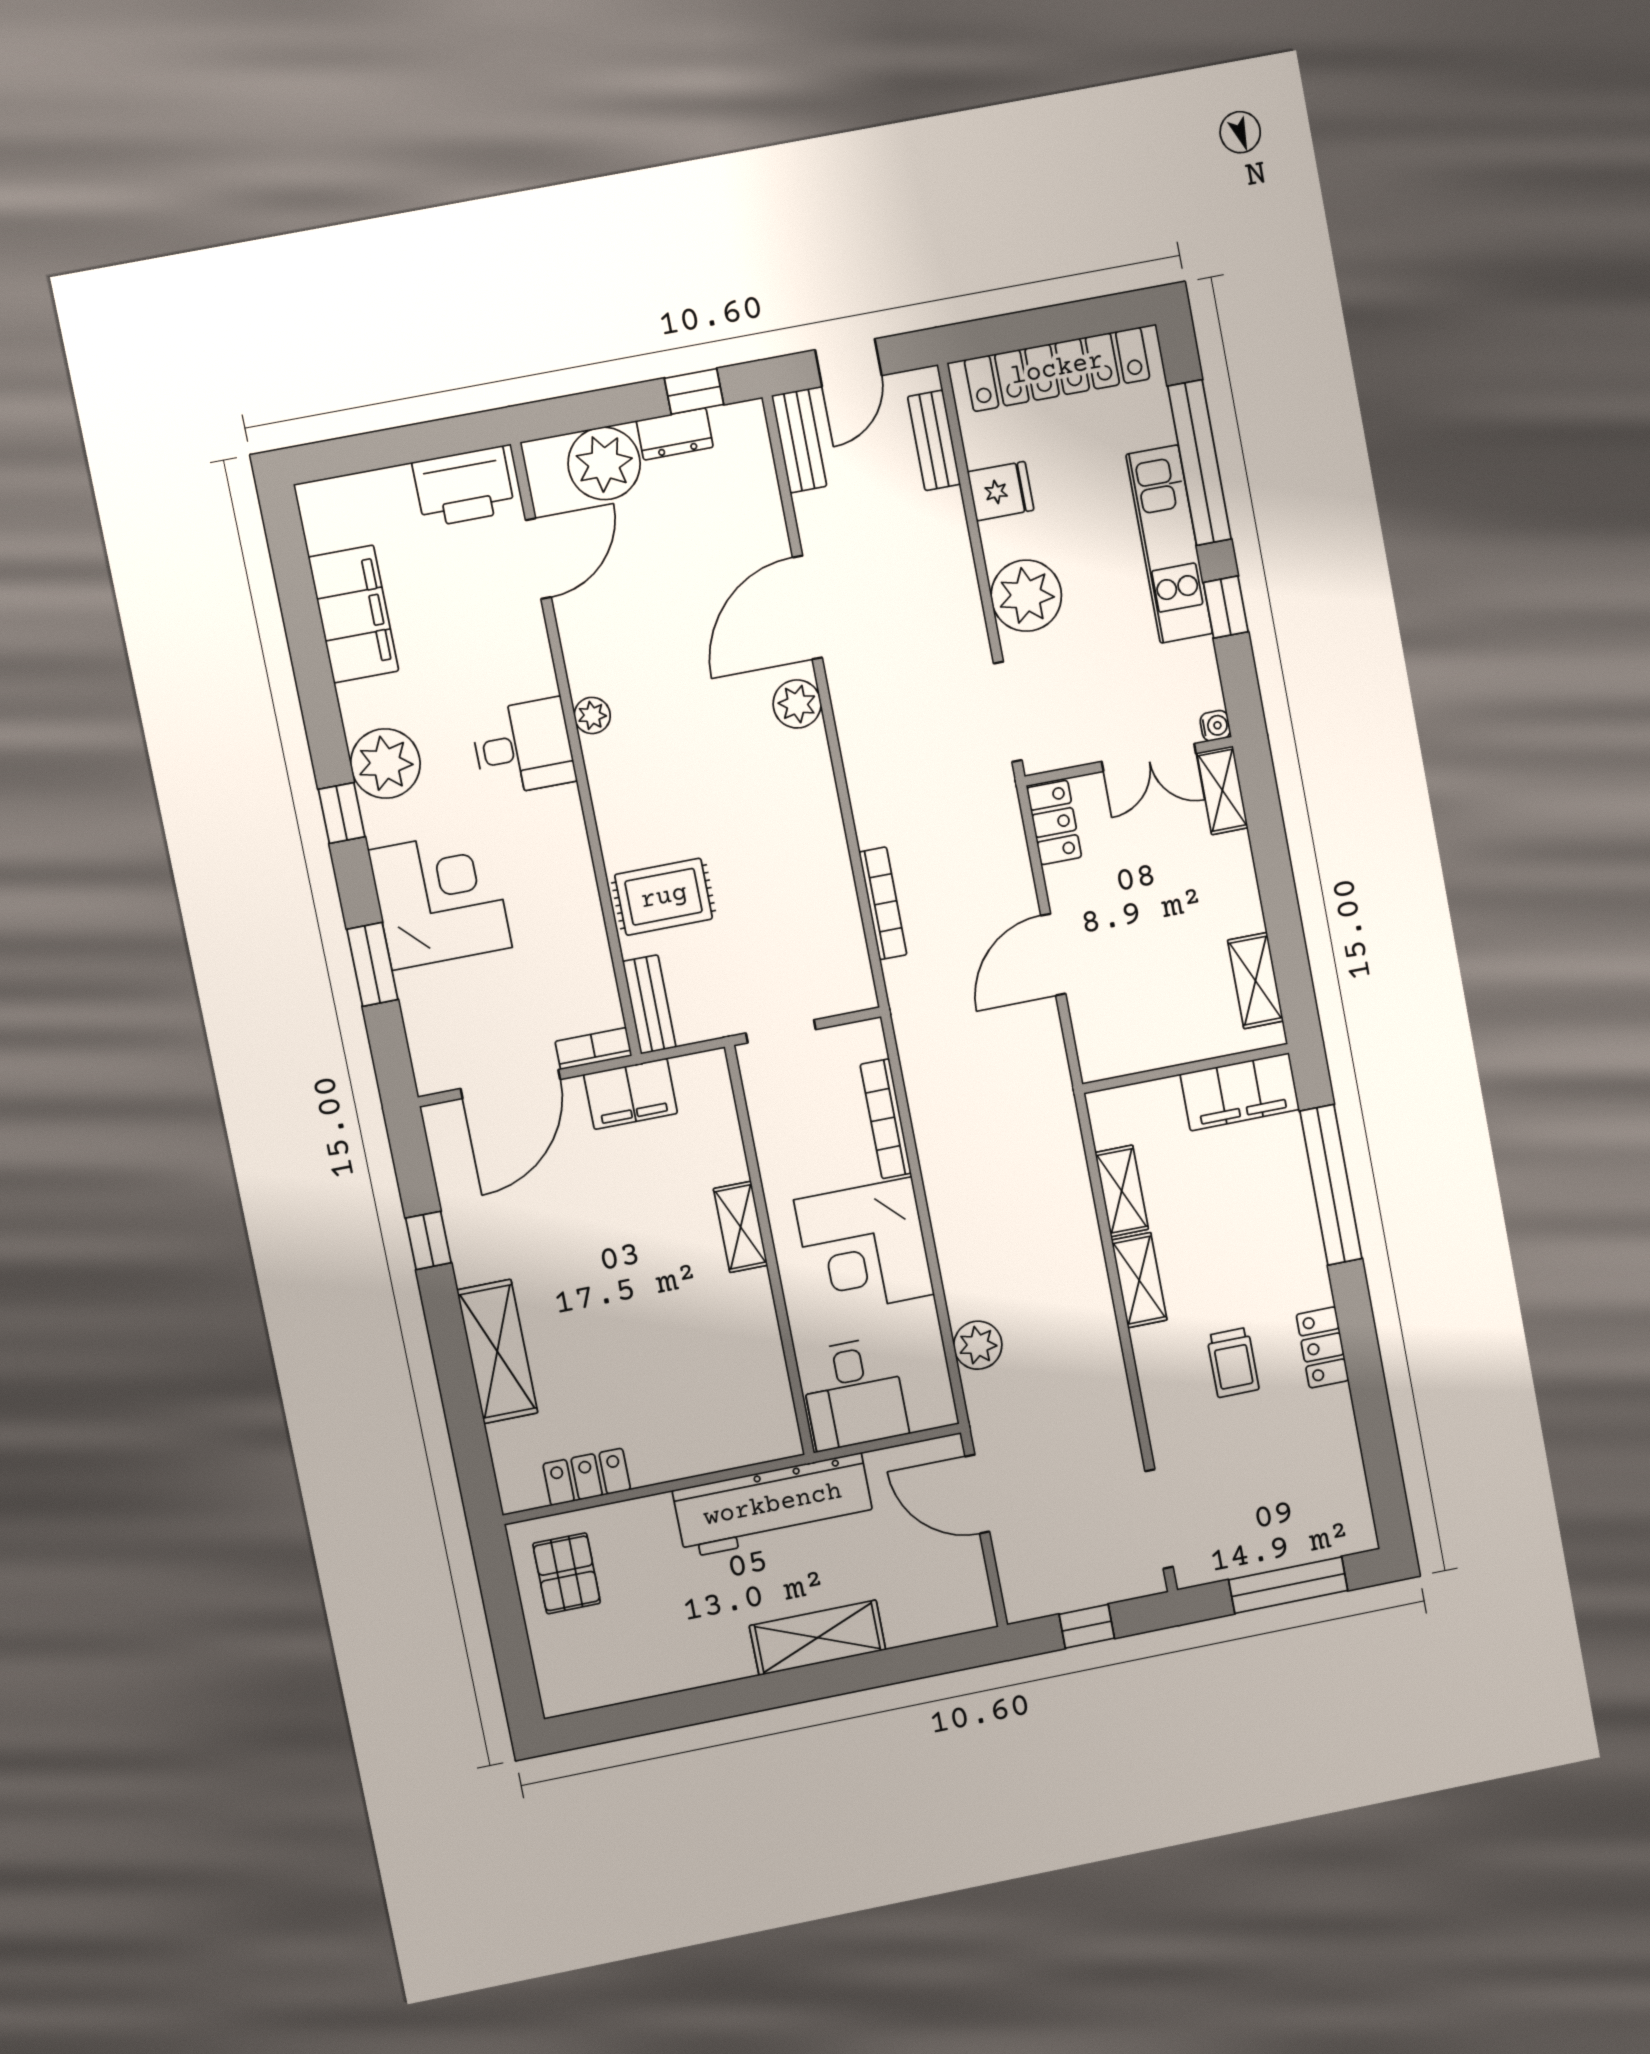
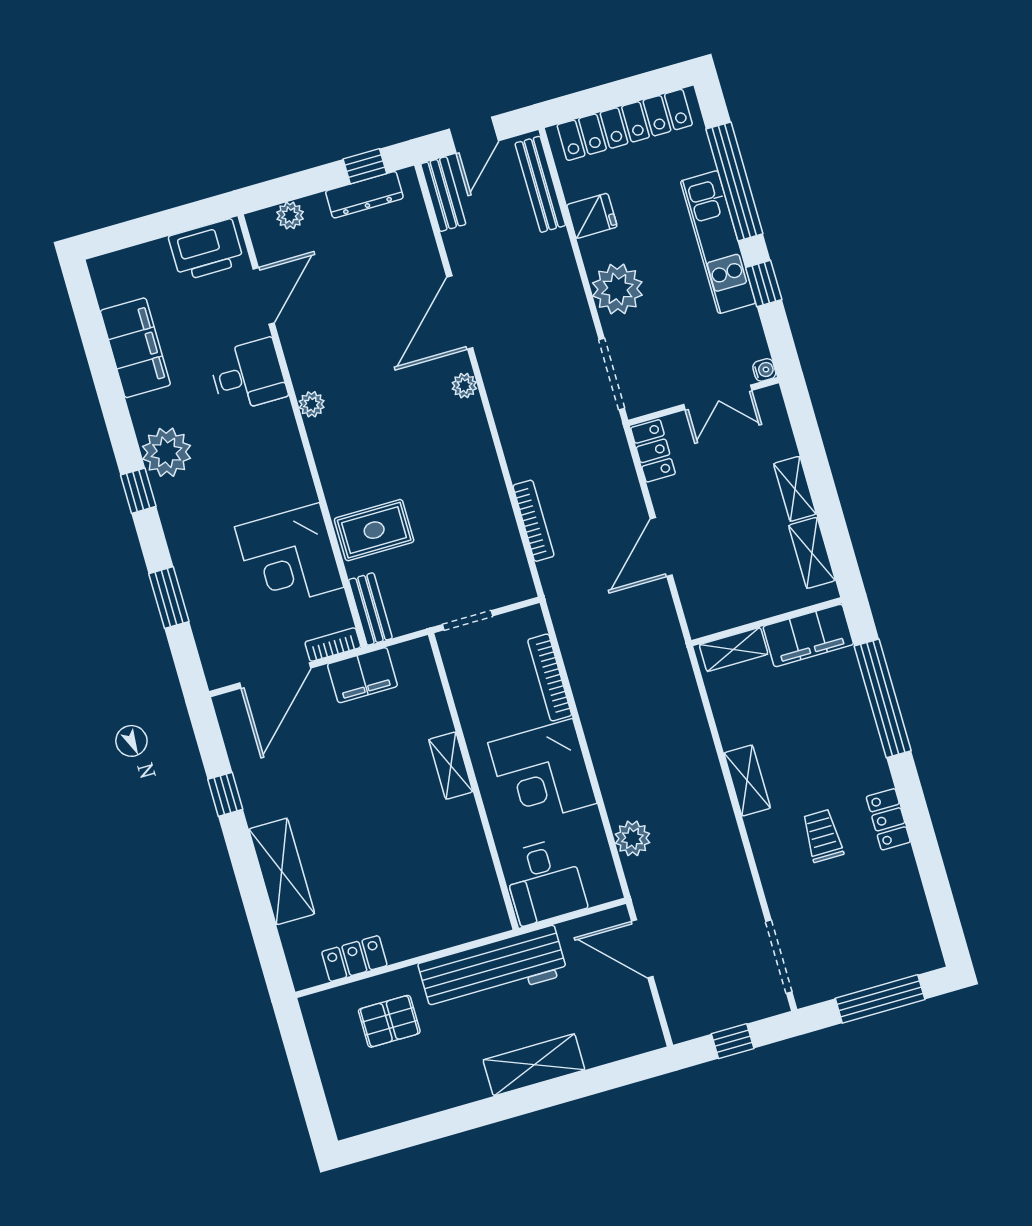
dresser: (675, 434) -> (364, 195), width x1.44
bench: (934, 440) -> (540, 184), width x1.36
plant: (604, 464) -> (290, 215), width x0.53, depth x0.53
plant: (797, 704) -> (464, 386), width x0.73, depth x0.73
desk: (523, 747) -> (248, 375), moved
shelving: (1222, 790) -> (795, 489), moved
corner desk: (440, 899) -> (289, 557), moved, turned 180
shelving: (1122, 1191) -> (734, 649), moved, turned 90
trolley: (1233, 1362) -> (823, 836), turned 180
pallet: (567, 1573) -> (389, 1021), moved, turned 90

